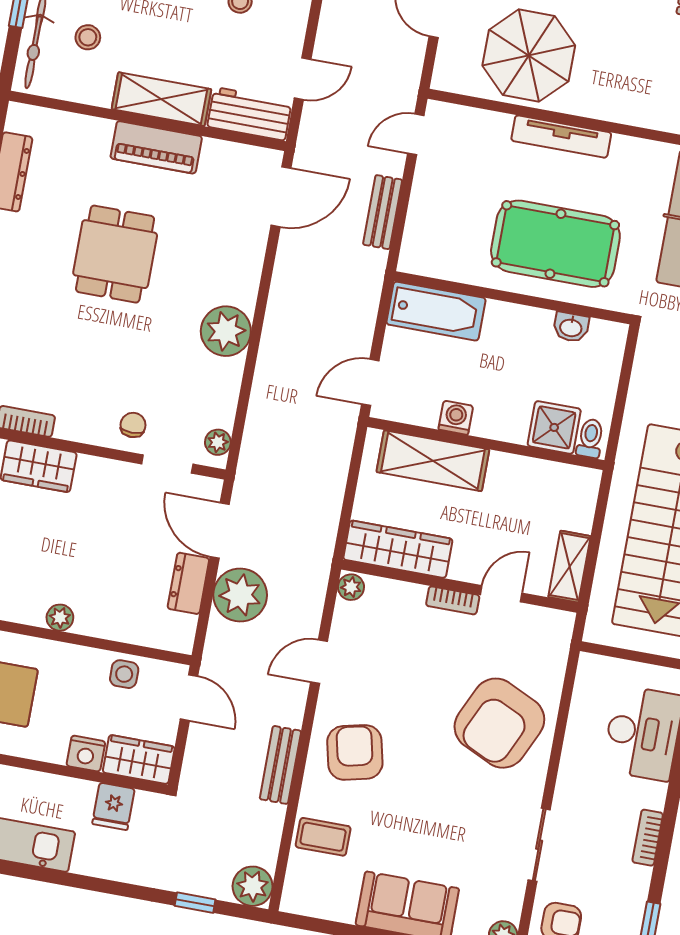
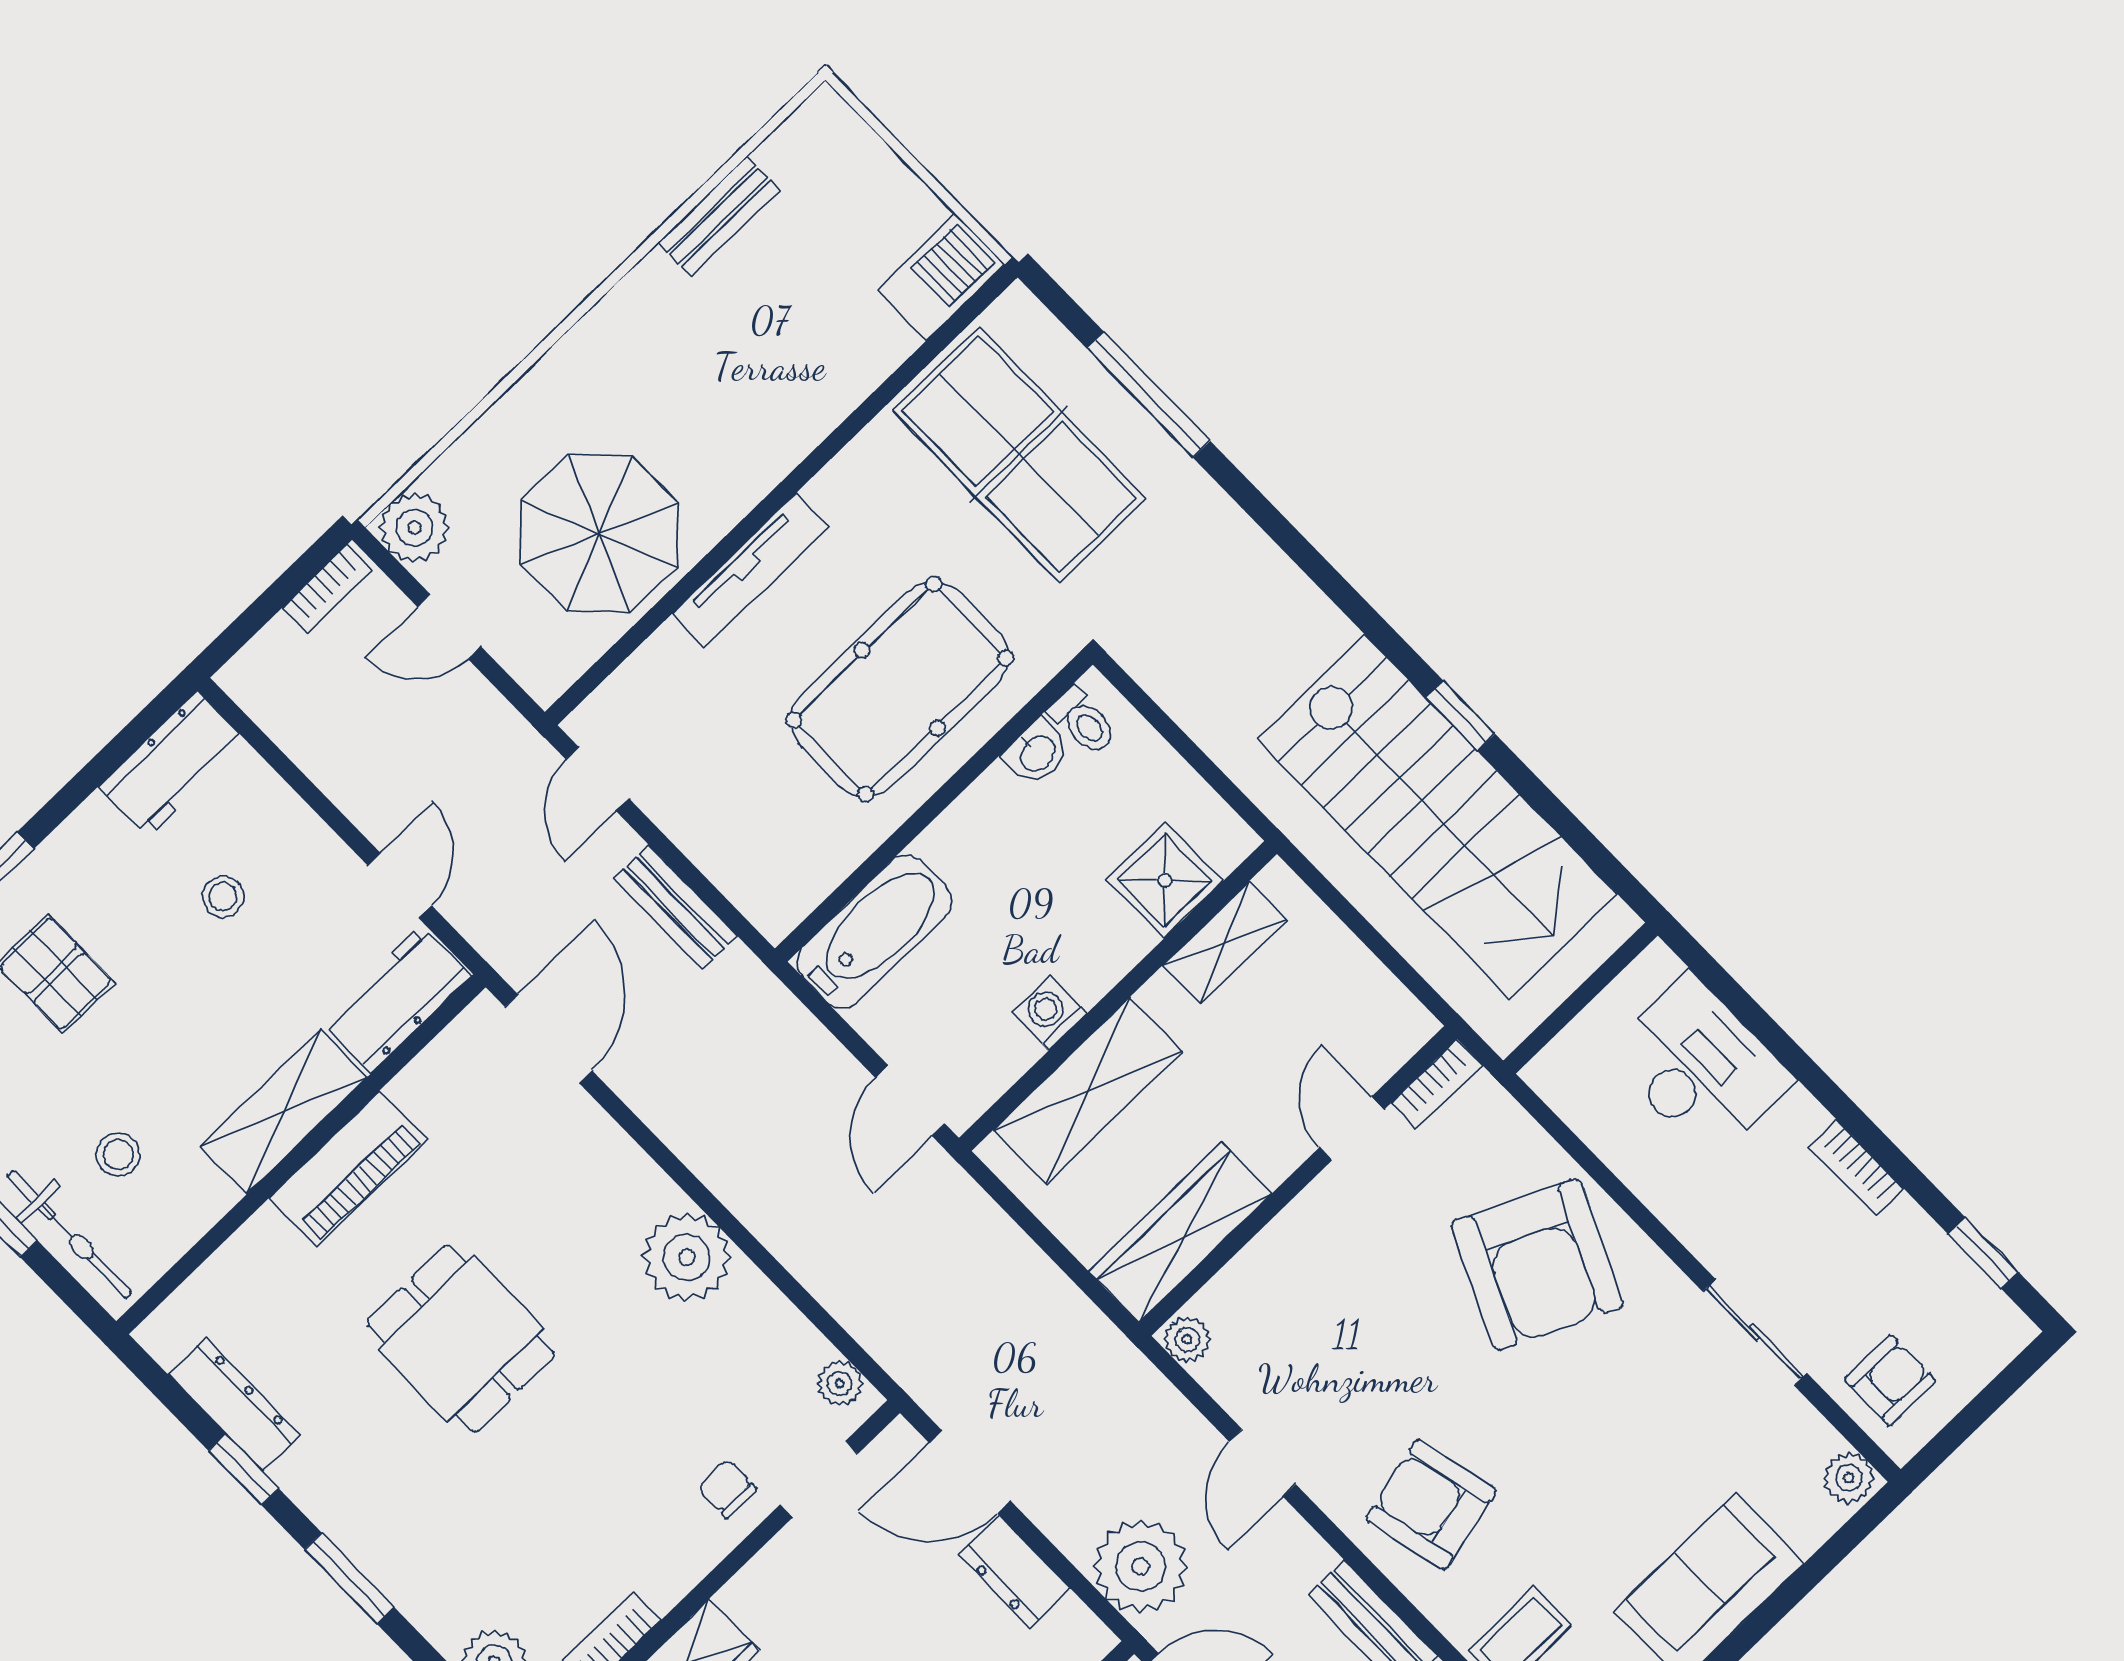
toilet: (590, 438) -> (1083, 721), moved, turned 180
shelving: (569, 567) -> (1225, 943), moved, turned 90
plant: (240, 595) -> (1141, 1567), moved
bookcase: (453, 600) -> (1437, 1084), moved

